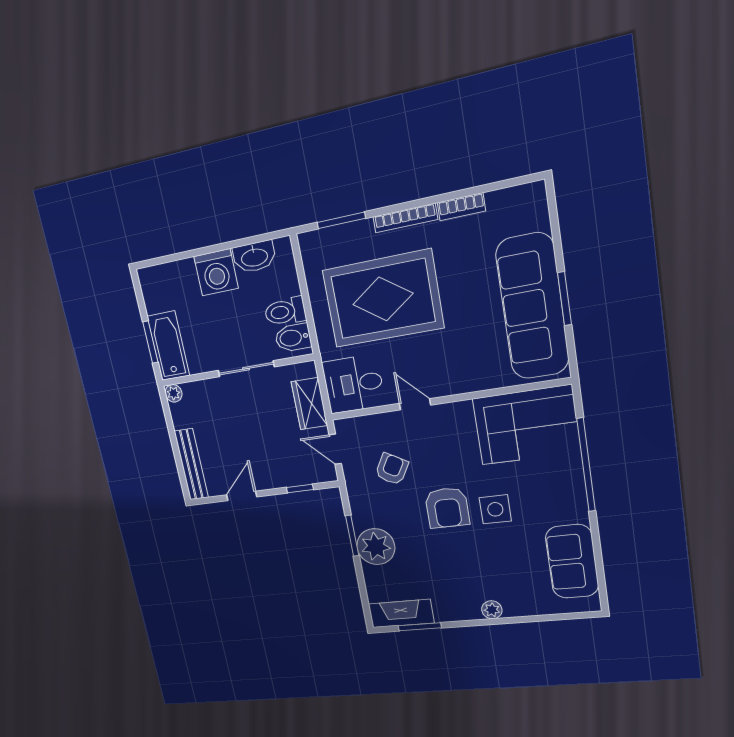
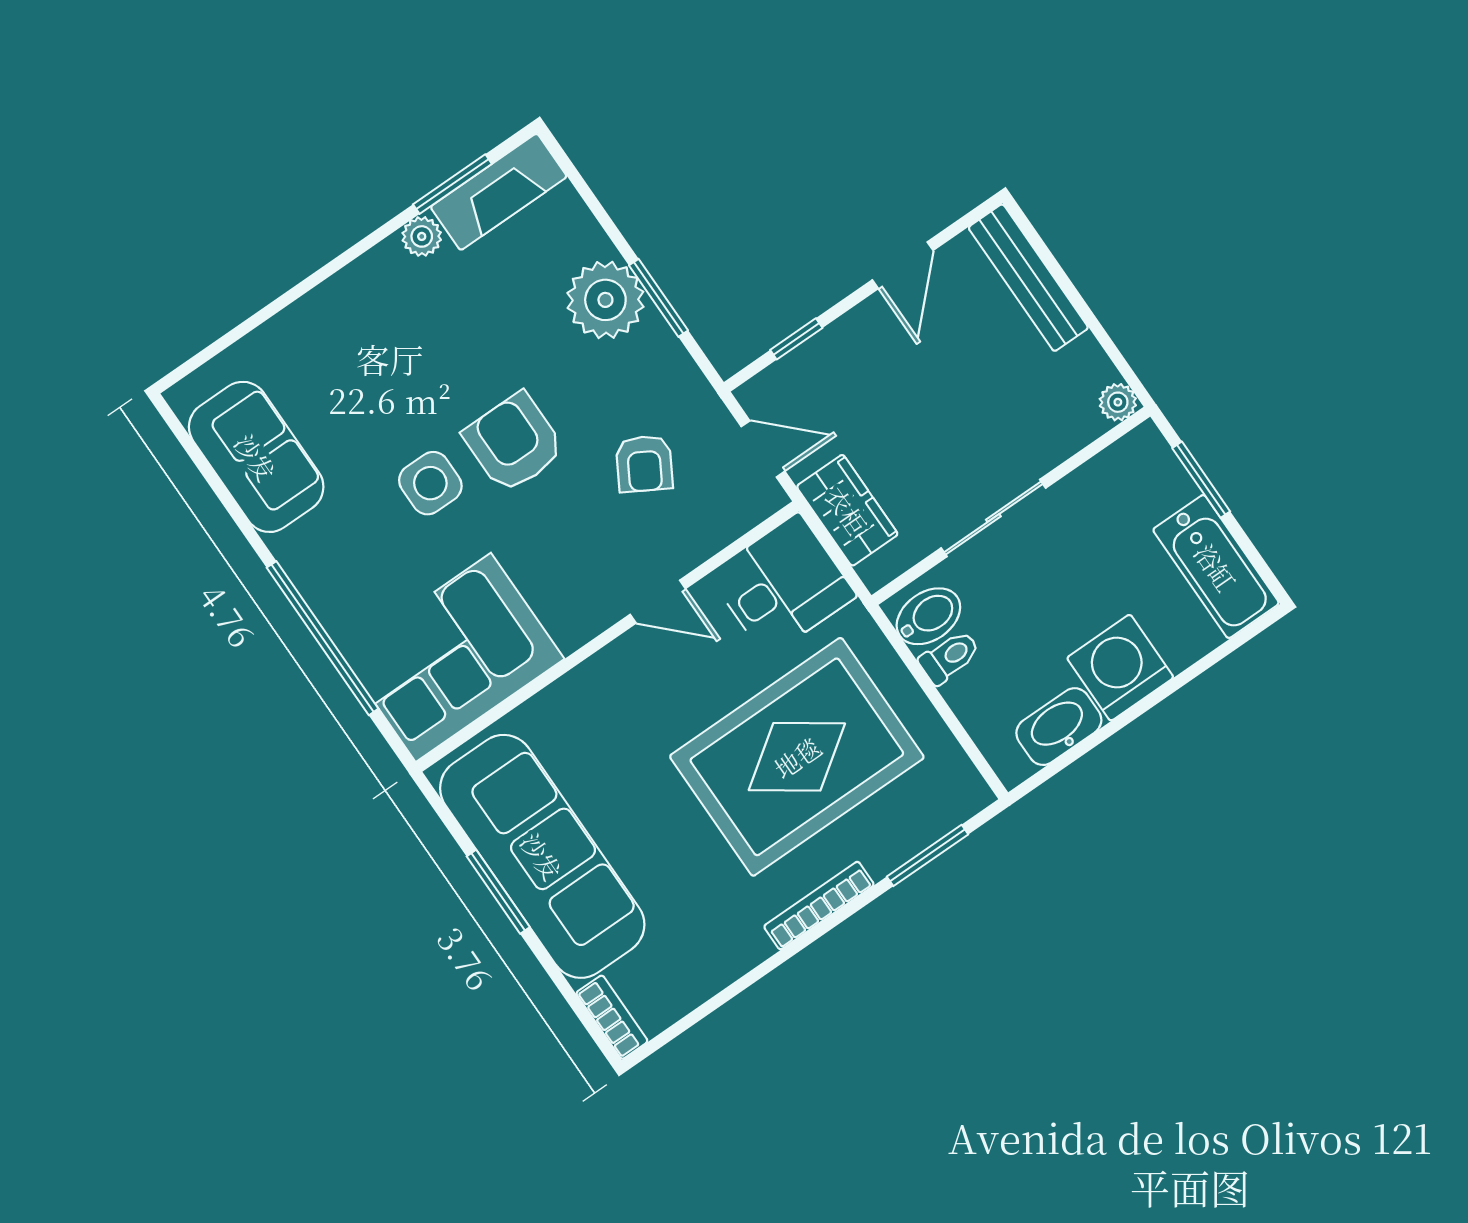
bookcase: (461, 207) -> (612, 1017), moved, turned 90
toilet: (285, 311) -> (949, 657), width x0.73, depth x0.72
bathtub: (168, 346) -> (1216, 567), moved
plant: (492, 610) -> (422, 236), moved

